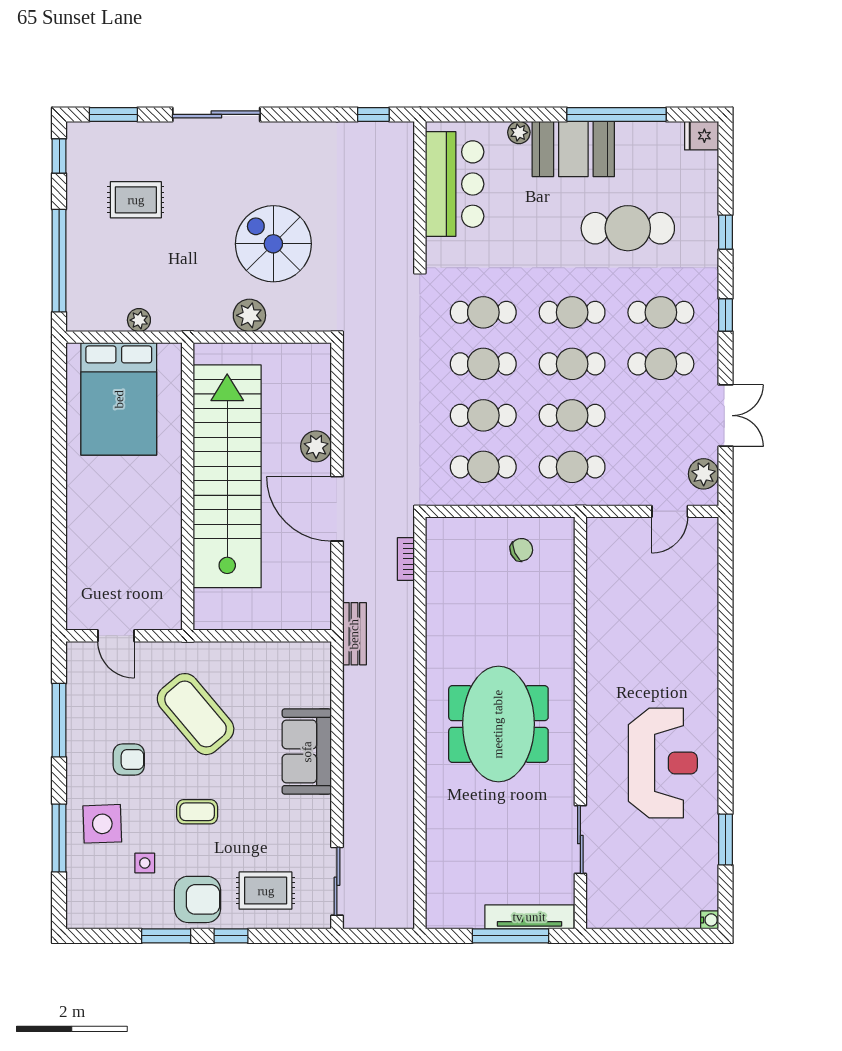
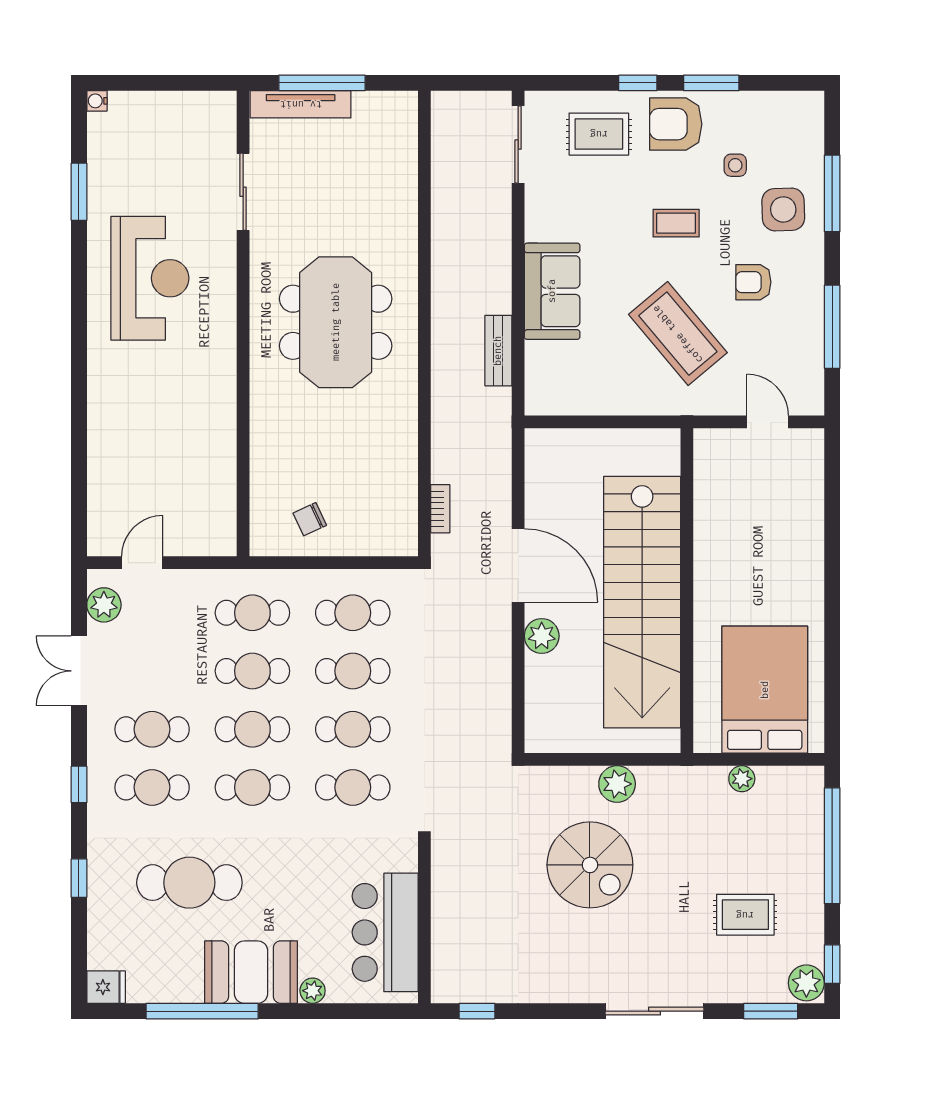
plant: (82, 139) -> (806, 983), added
bench: (354, 634) -> (498, 351), moved
reception desk: (663, 763) -> (150, 278), turned 180

